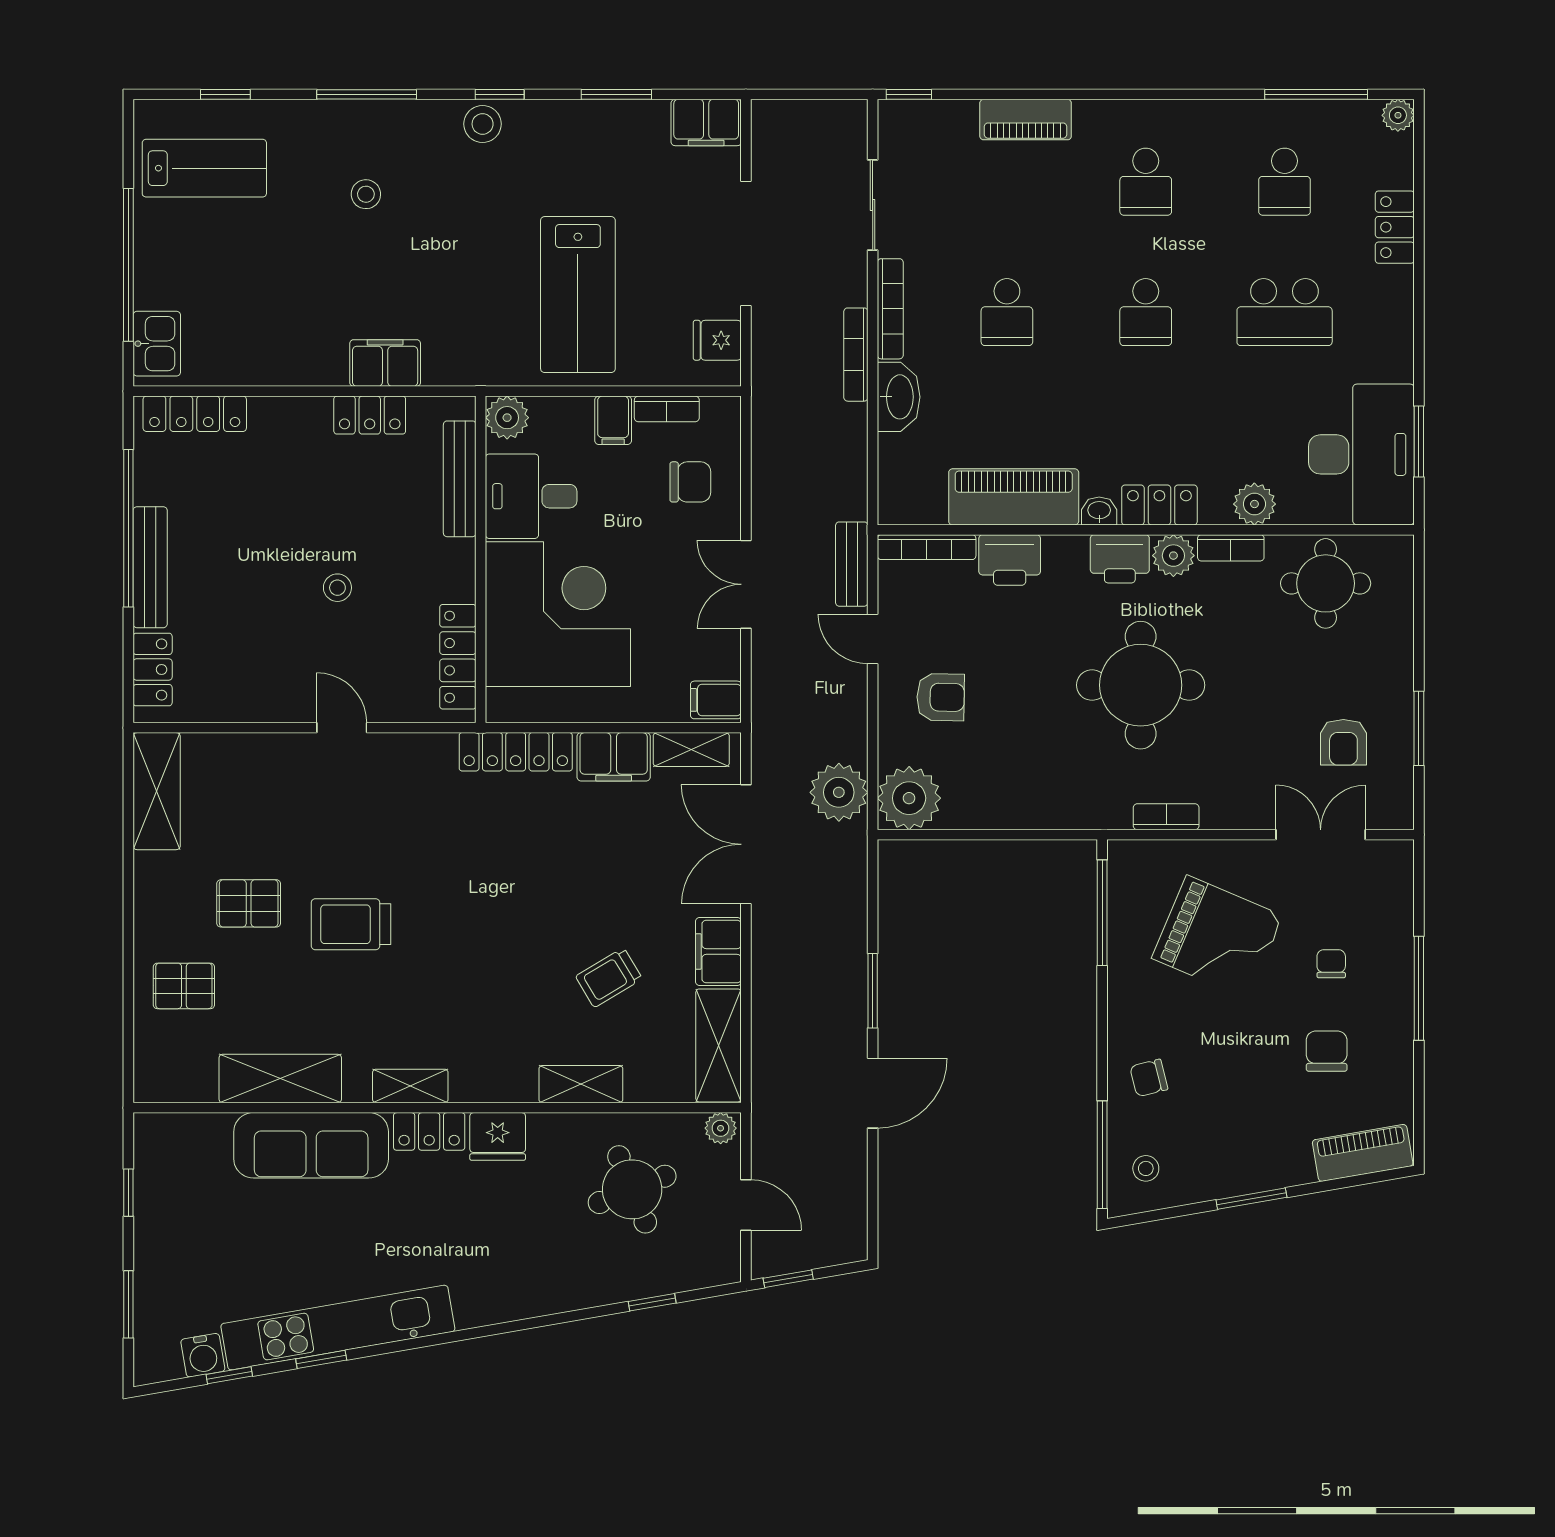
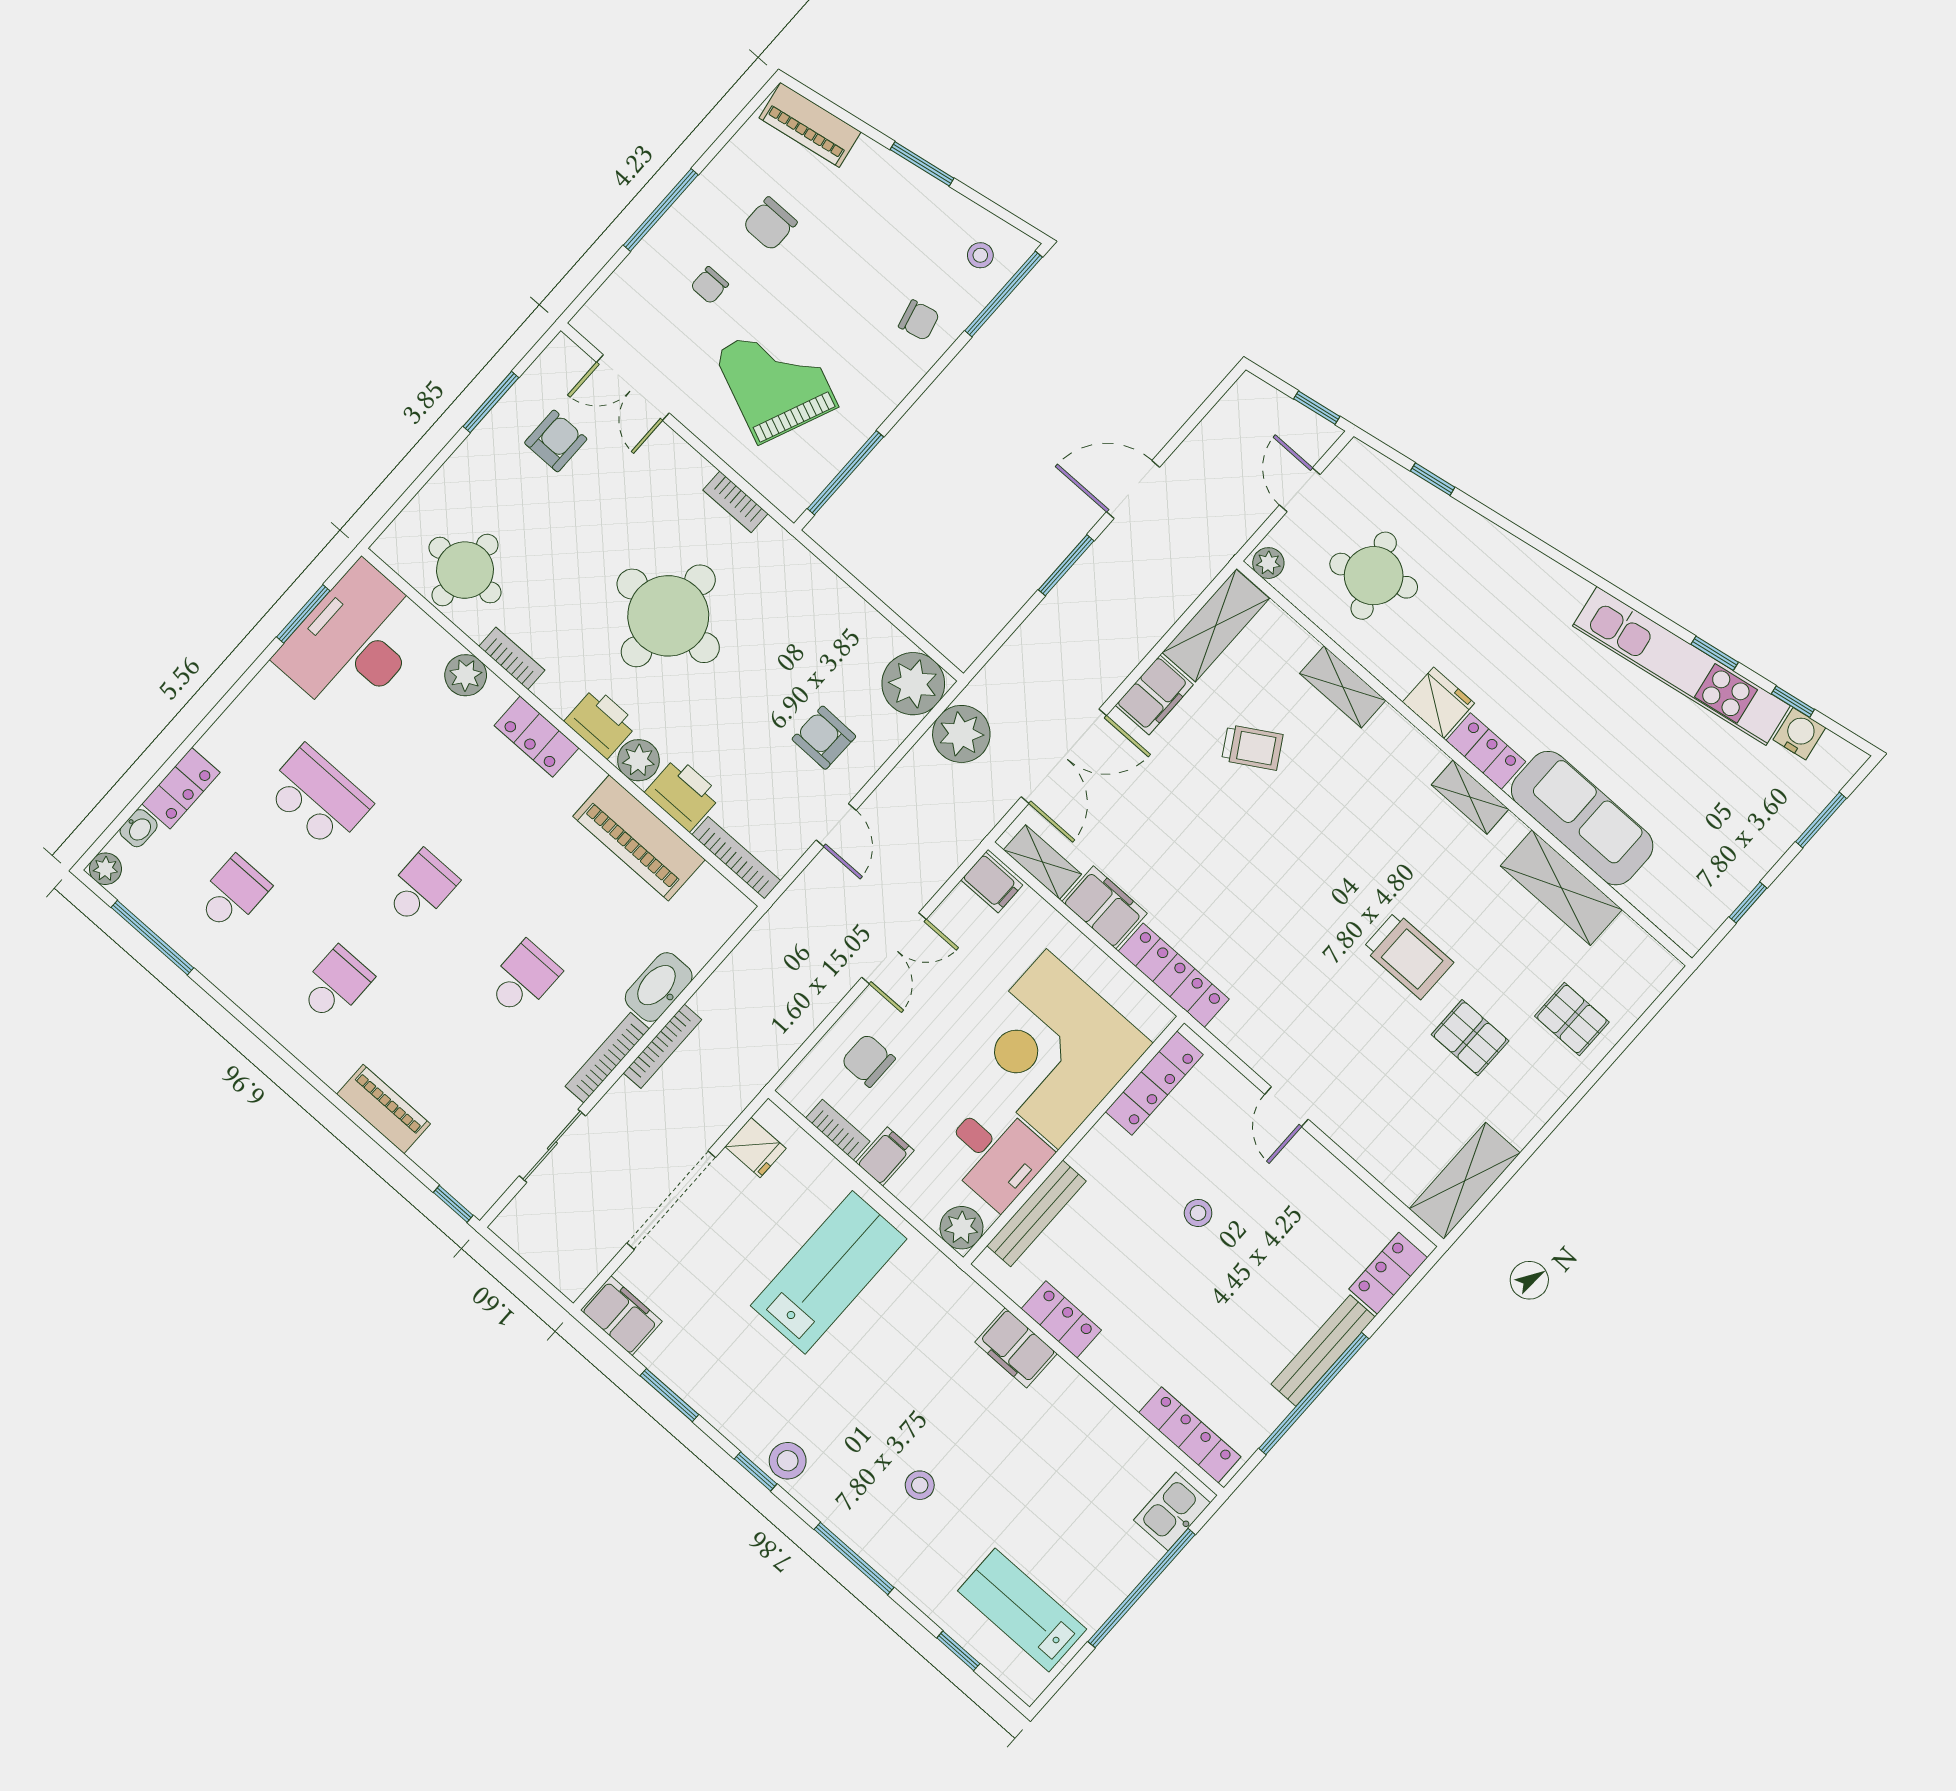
washbasin: (1099, 511) -> (139, 828), moved, turned -90
plant: (1173, 556) -> (638, 760), moved
bench: (852, 564) -> (803, 894), removed

